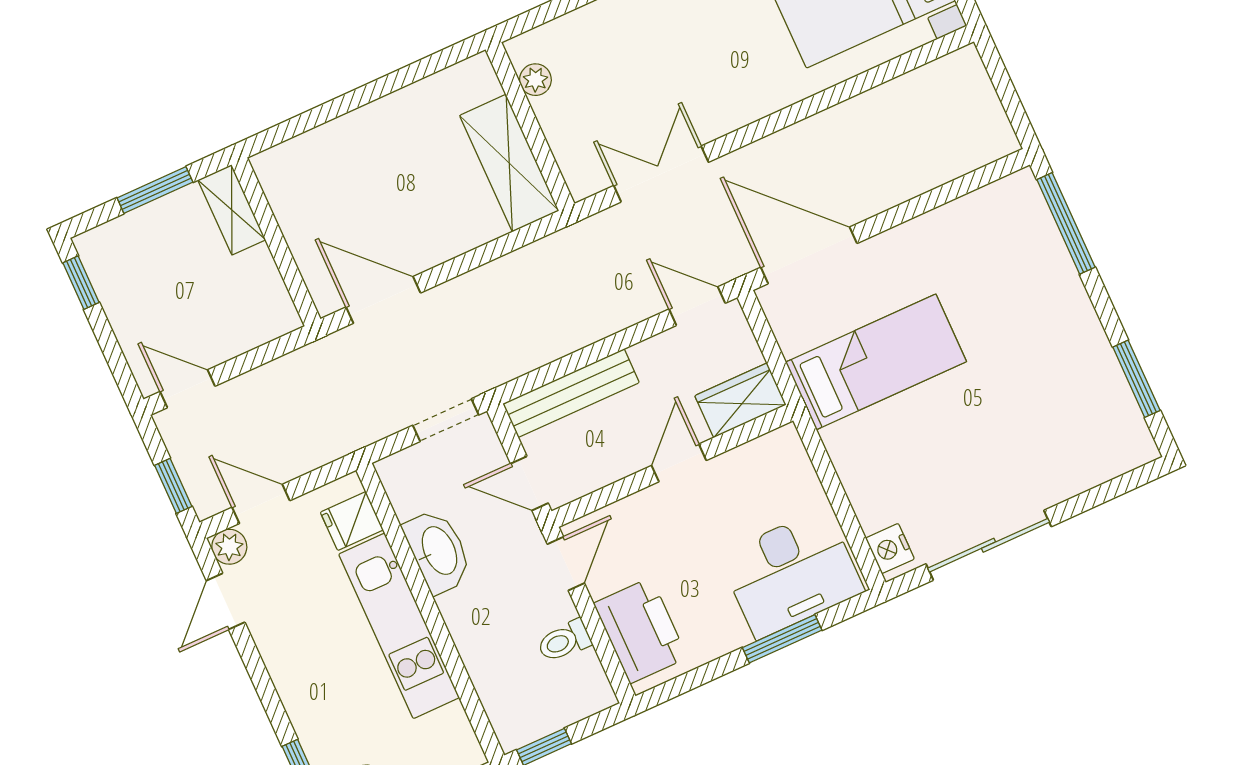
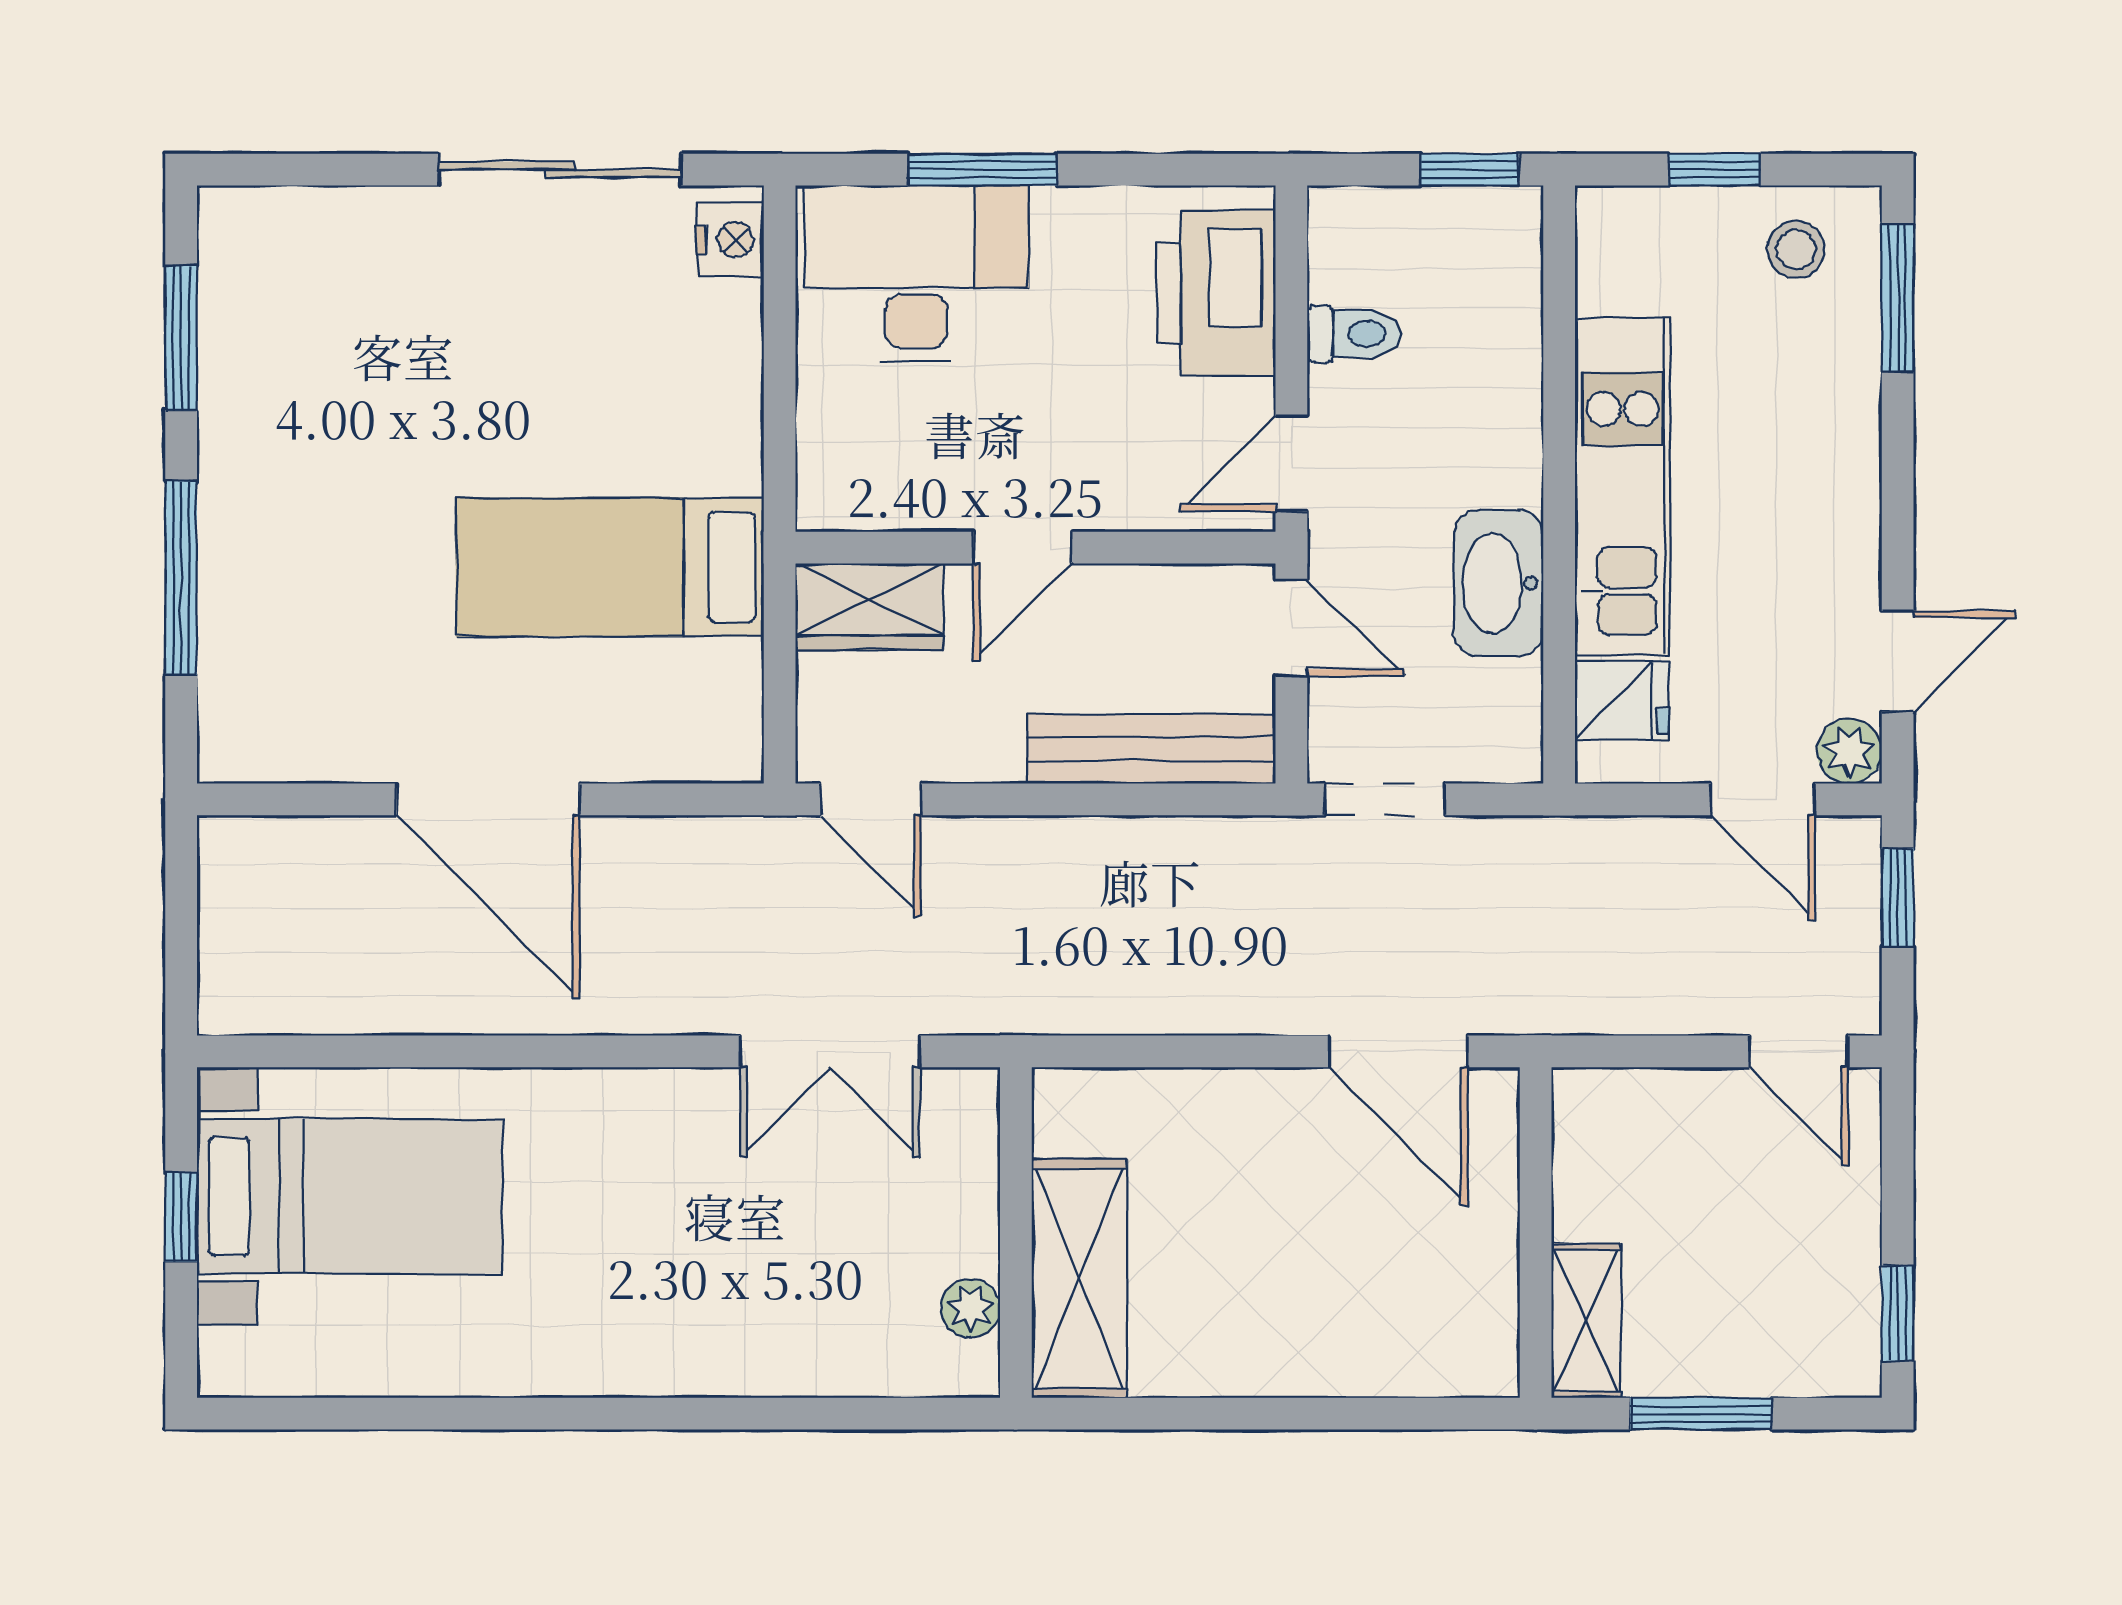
shelving: (509, 163) -> (1079, 1279), moved
window: (1066, 223) -> (181, 578), moved
door: (809, 255) -> (488, 799), moved

